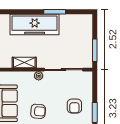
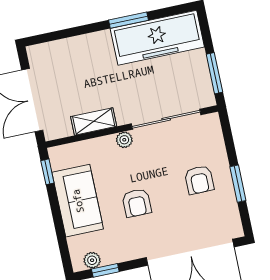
freezer: (35, 25) -> (157, 38), moved
armchair: (38, 111) -> (137, 203), turned 85

